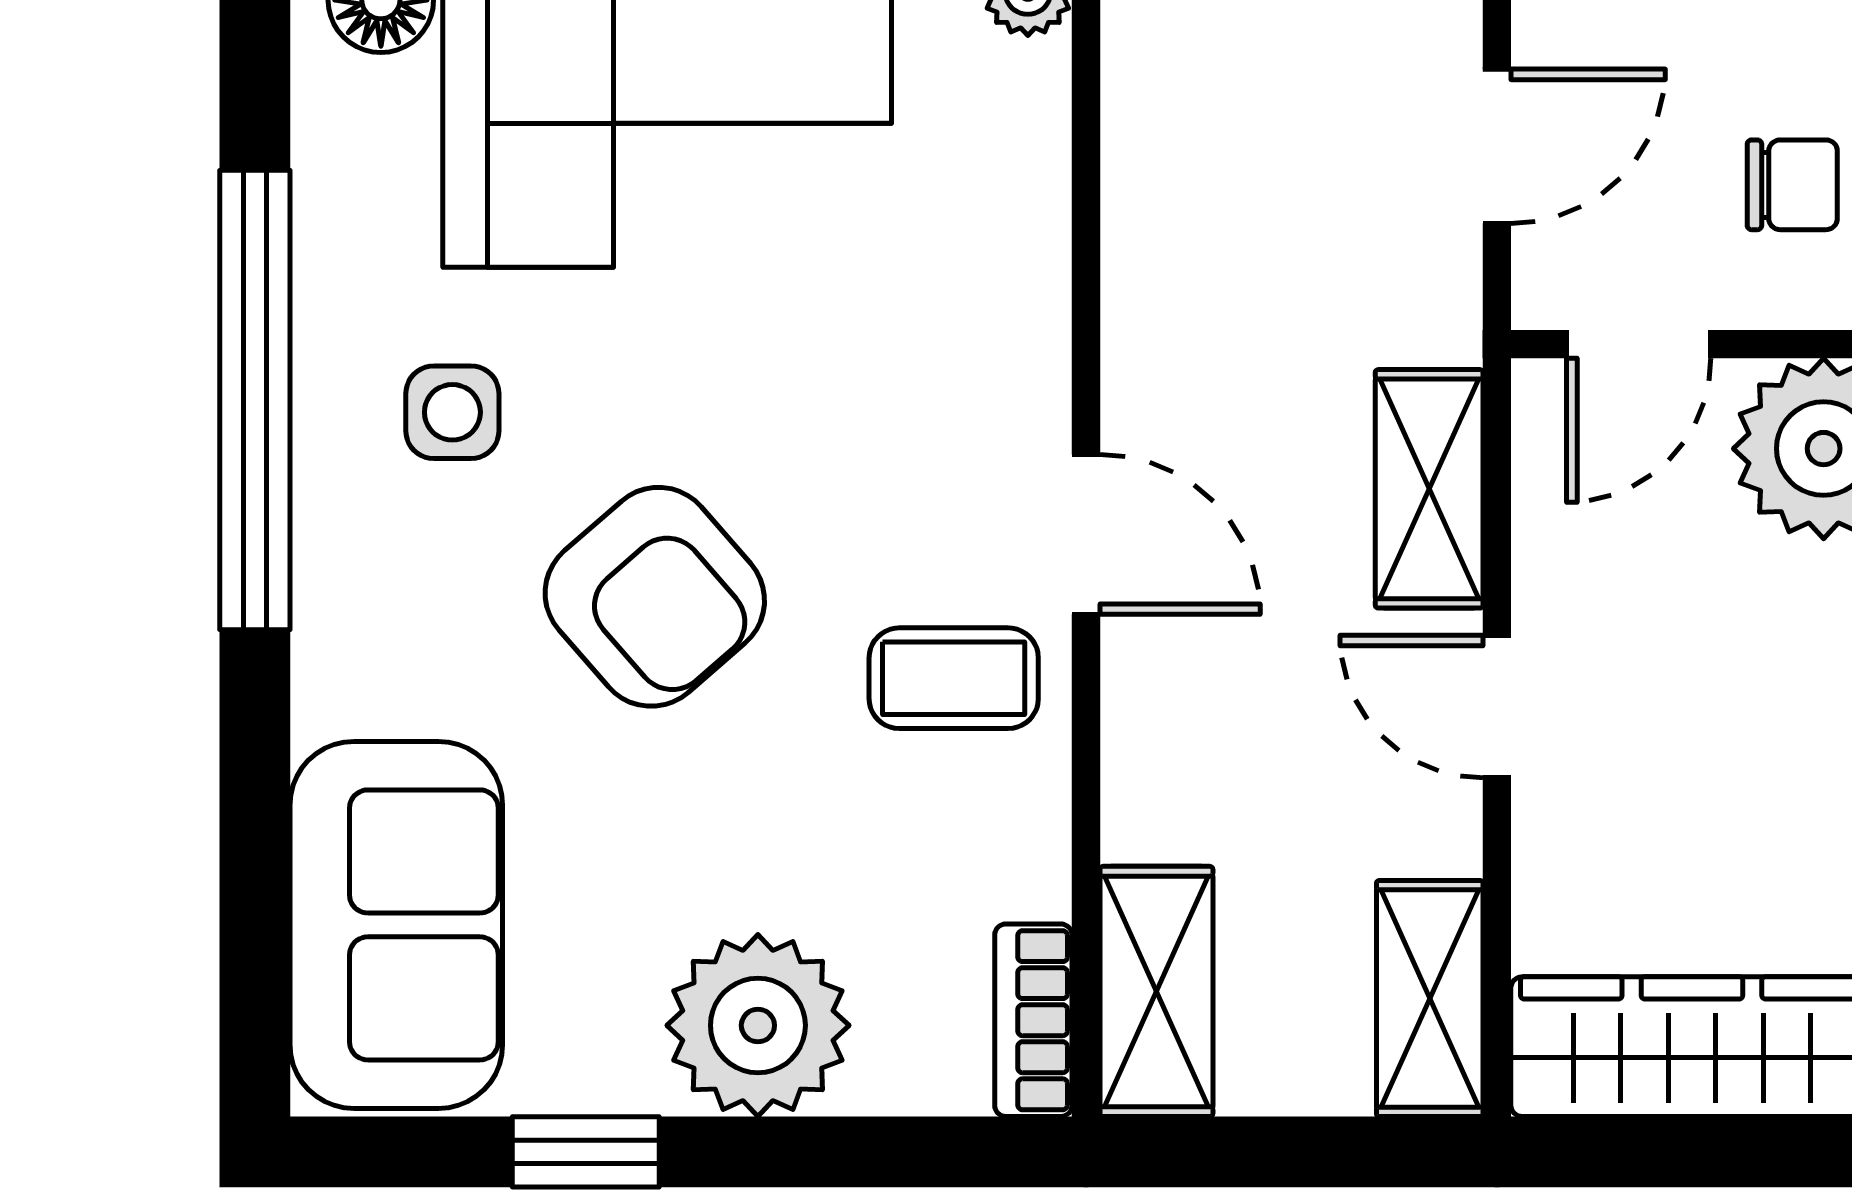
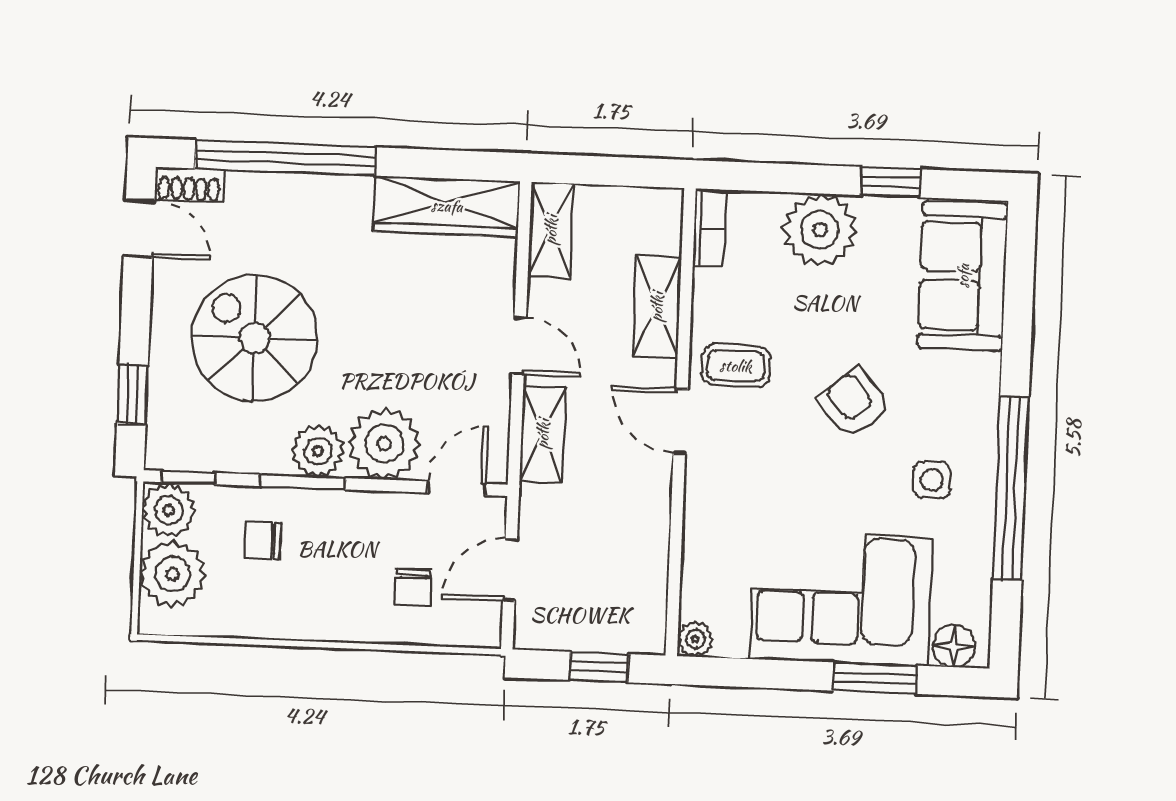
chair: (1792, 185) -> (413, 587), moved, turned -90
armchair: (655, 597) -> (854, 403), width x0.72, depth x0.72
shelving: (1156, 991) -> (657, 307), moved

